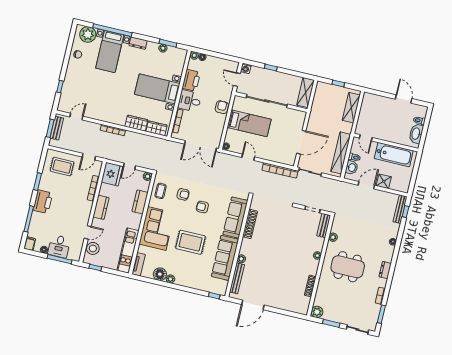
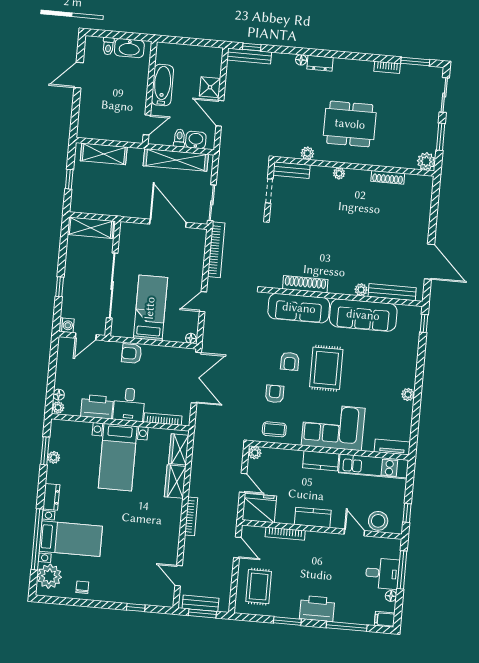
bathtub: (394, 155) -> (162, 85), width x0.73, depth x0.73
kitchen counter: (140, 202) -> (321, 461), moved
rug: (190, 242) -> (326, 368), moved
dining table: (348, 267) -> (350, 124), turned 90
dresser: (385, 270) -> (320, 63), moved
floor lamp: (160, 274) -> (403, 412), removed

